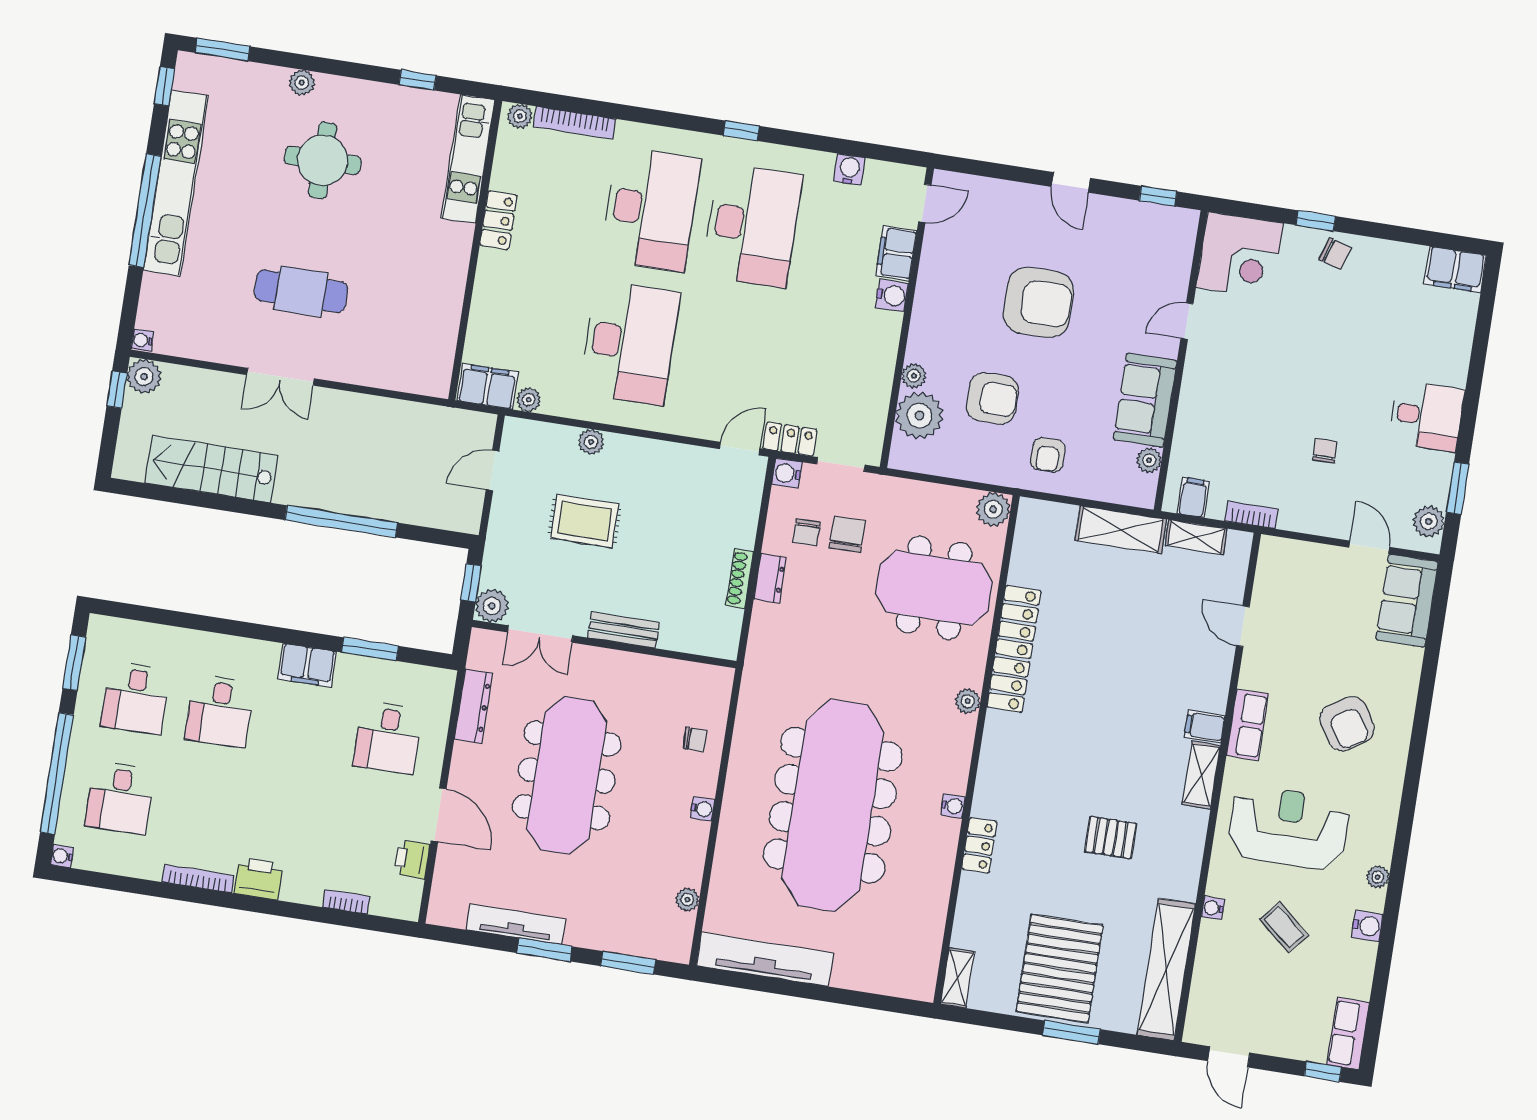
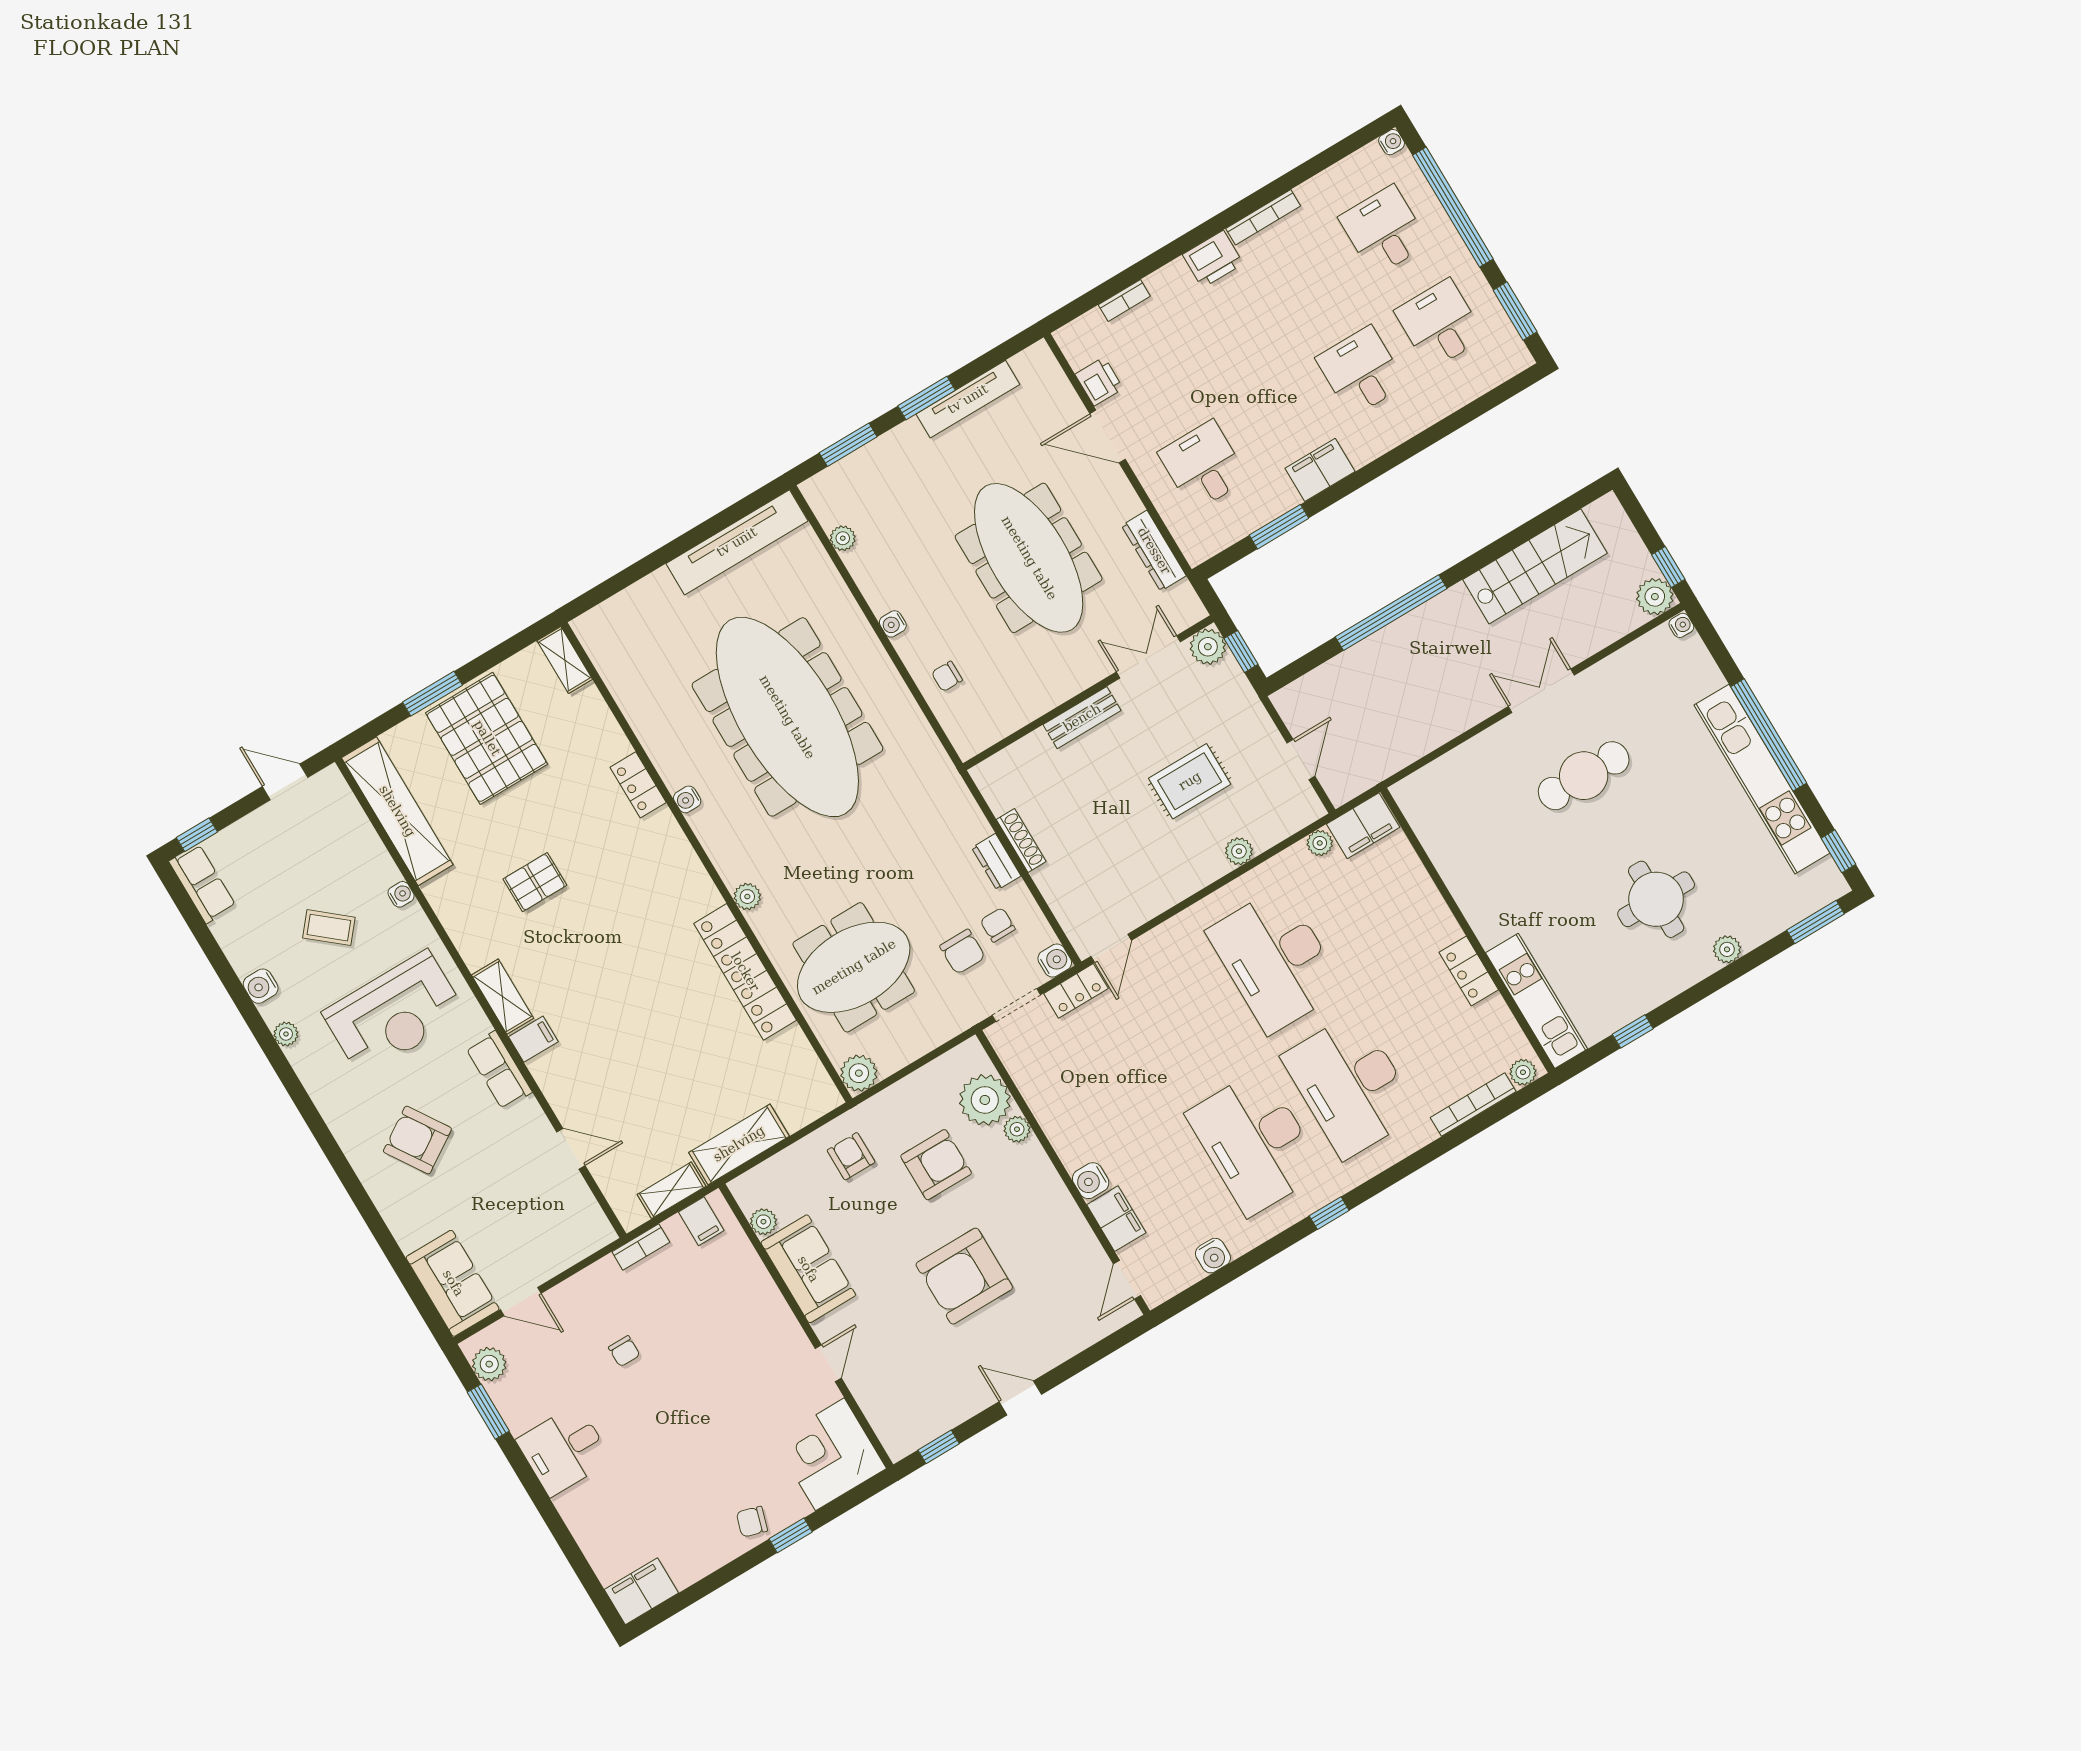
armchair: (992, 398) -> (936, 1165), turned 180

